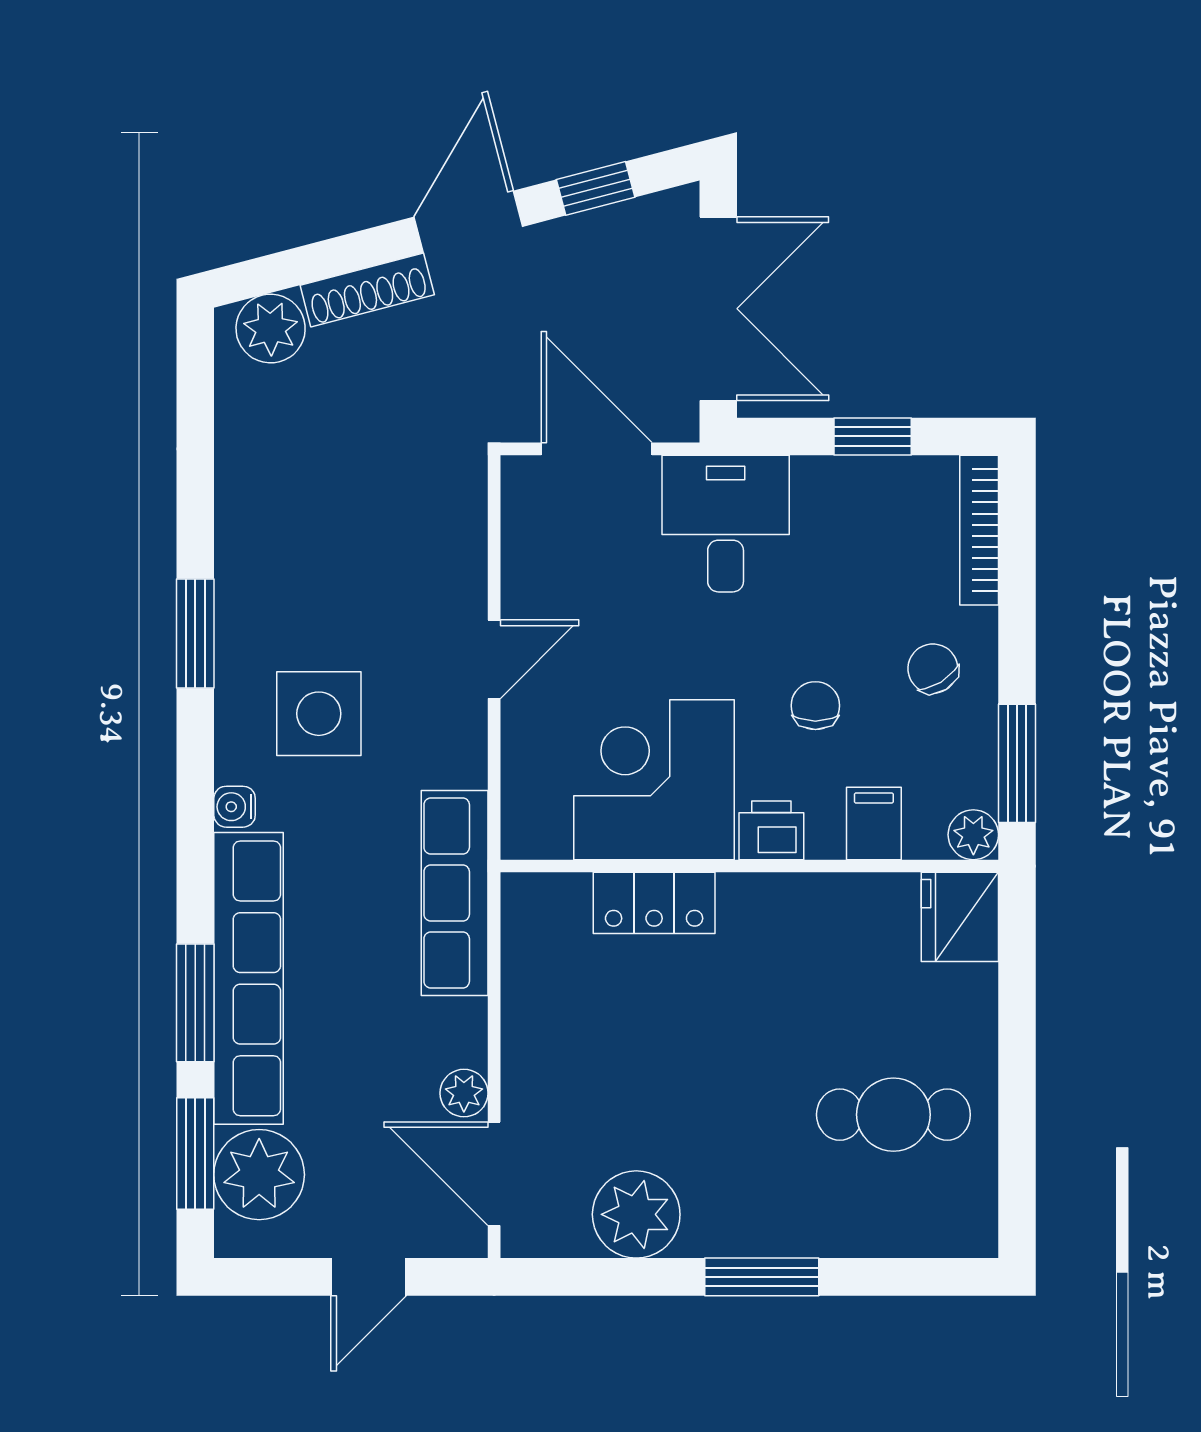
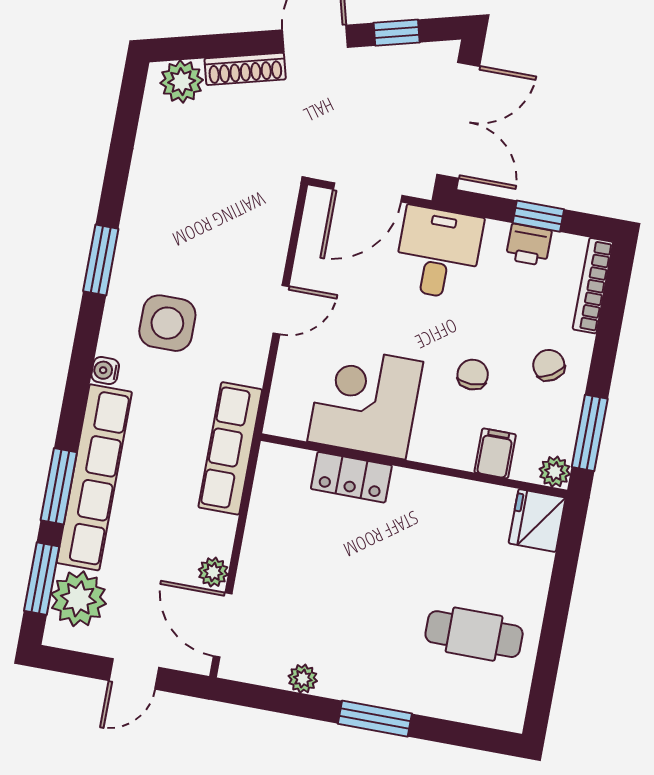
door: (597, 449) -> (368, 192), swing flipped
printer: (771, 830) -> (529, 245), moved, turned 180
plant: (636, 1214) -> (303, 679), width x0.53, depth x0.53

